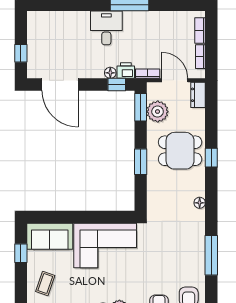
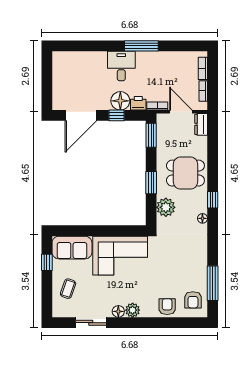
window: (21, 53) -> (47, 88), removed
floor lamp: (110, 73) -> (120, 101), width x1.89, depth x1.89
door: (60, 85) -> (81, 115), hinge flipped
window: (117, 85) -> (116, 115), moved
plant: (158, 112) -> (166, 207), moved
window: (211, 158) -> (213, 200), moved
window: (211, 255) -> (213, 283), moved

